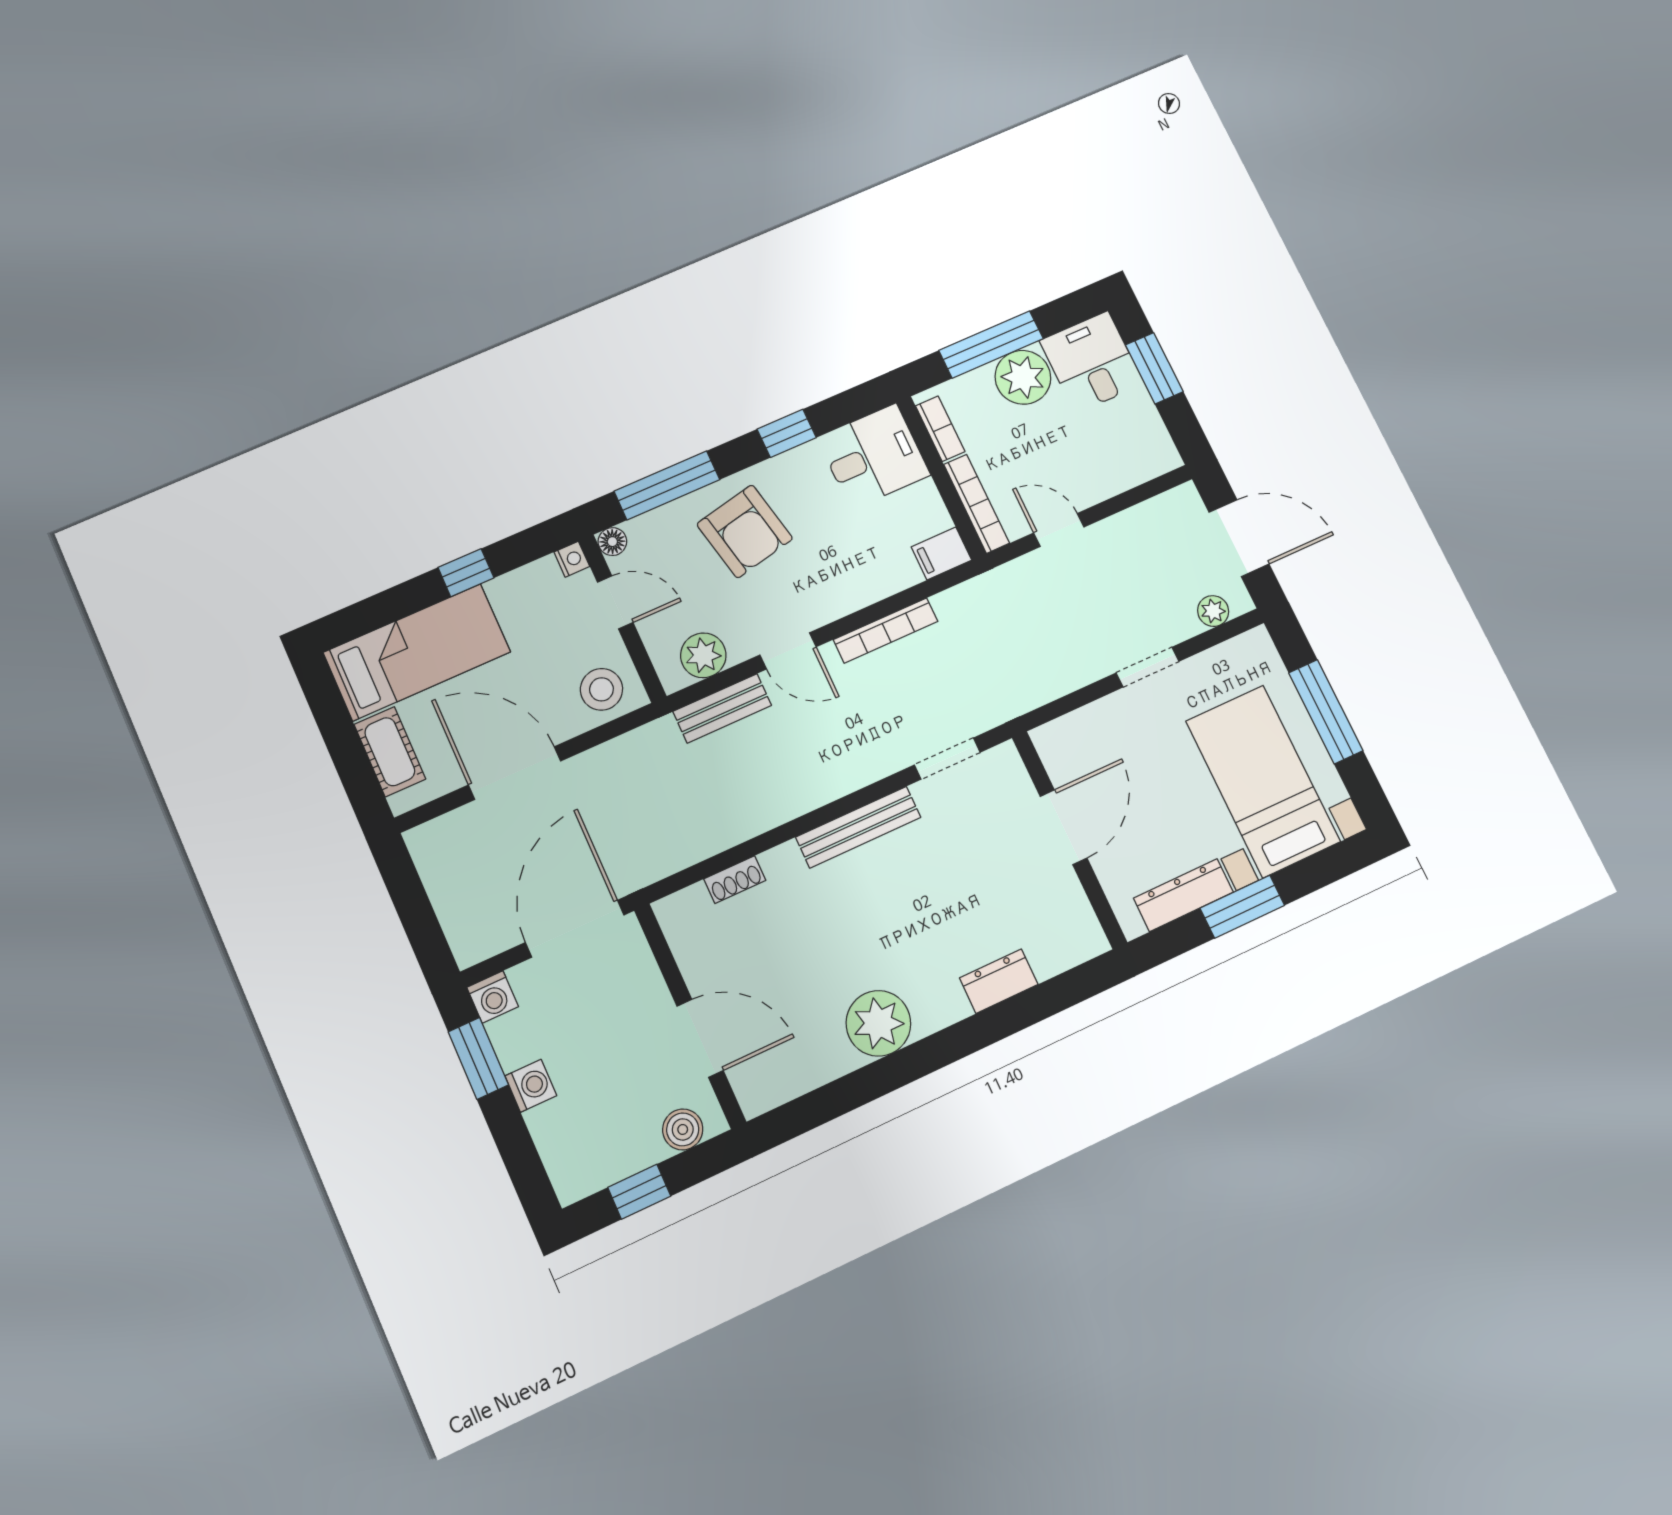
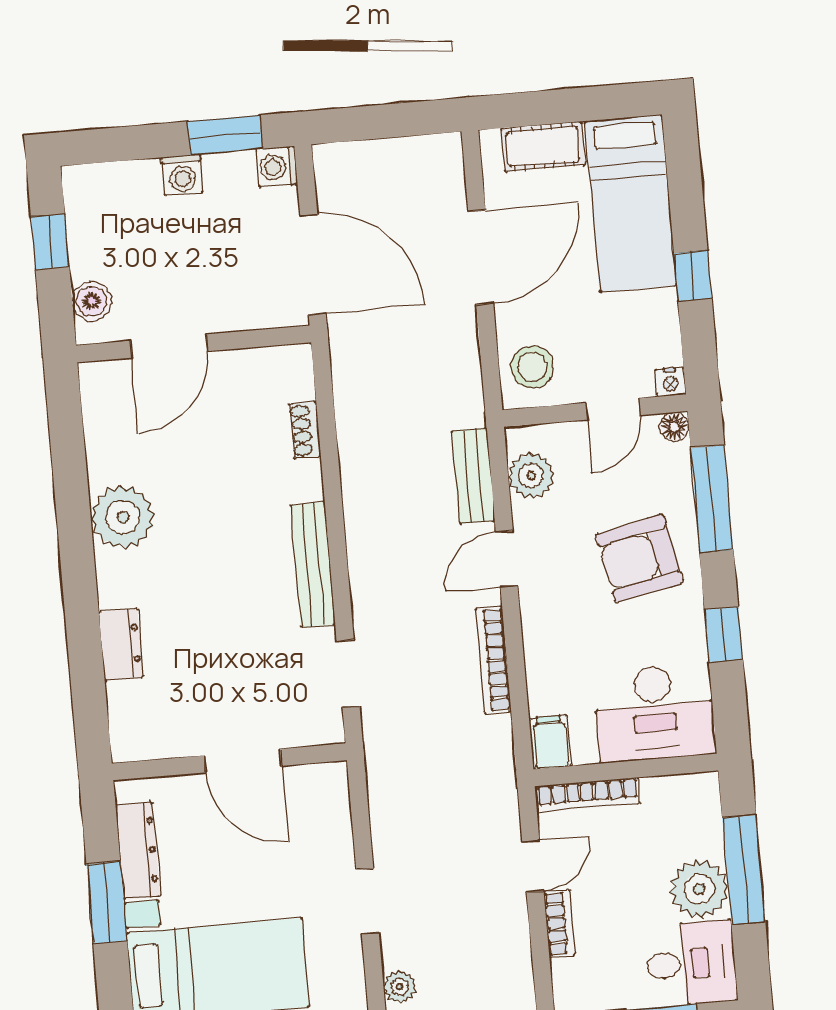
bookcase: (940, 429) -> (559, 923), moved, turned -90
desk: (874, 456) -> (655, 713), width x1.37

